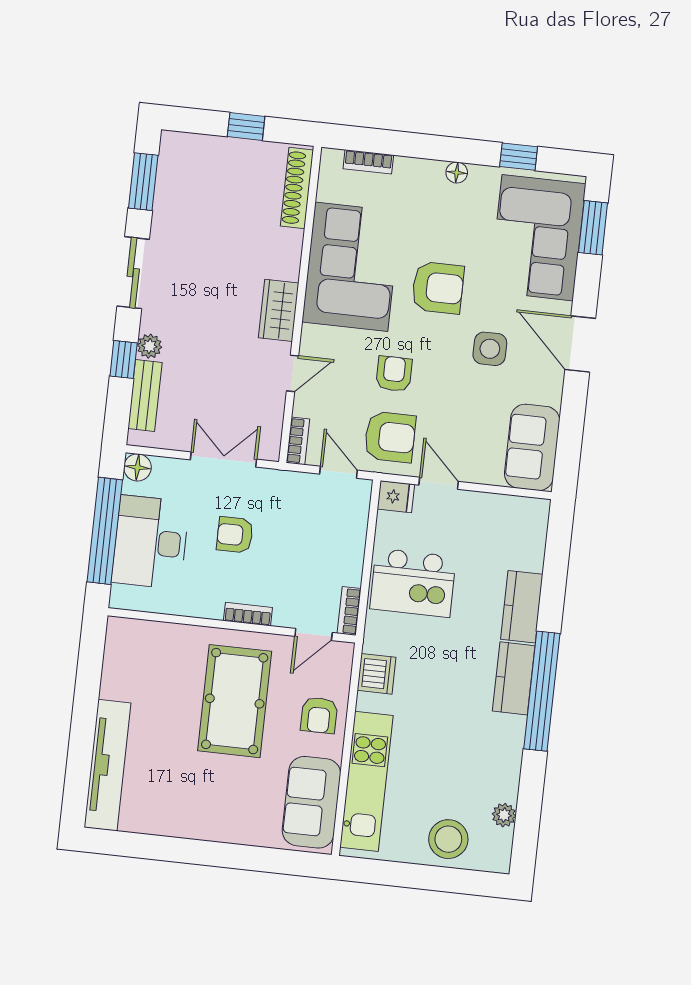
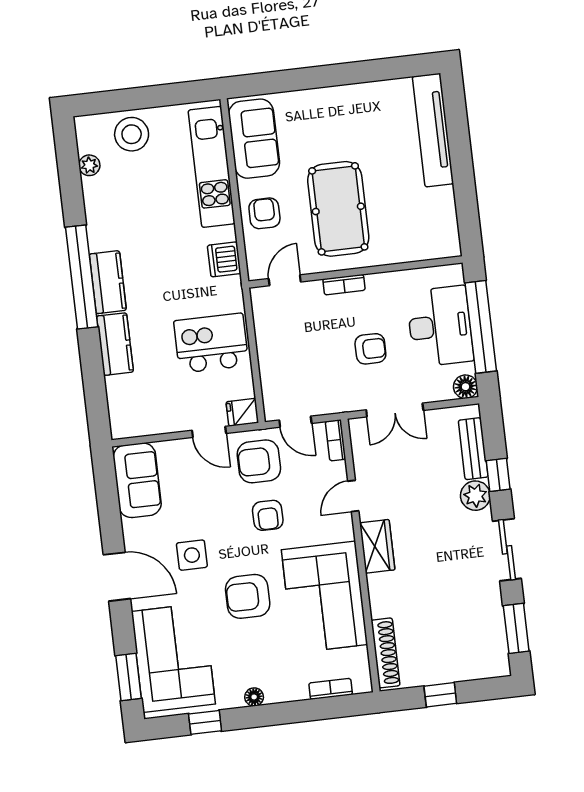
plant: (150, 346) -> (475, 496), width x1.38, depth x1.38
bookcase: (349, 611) -> (259, 307), removed

